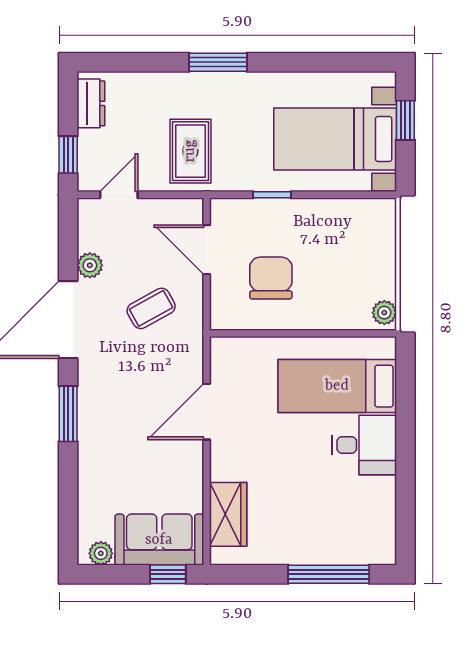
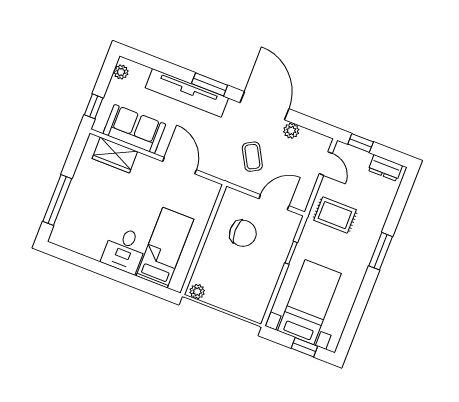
tv unit: (94, 443) -> (187, 93), added
sofa: (159, 540) -> (134, 129), moved, turned -90

